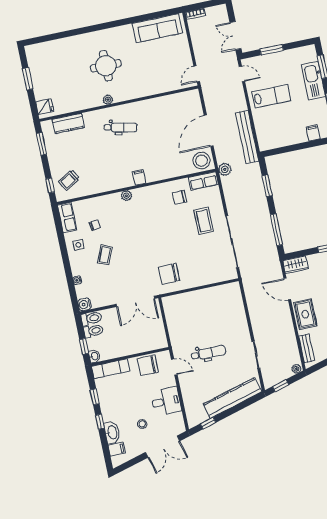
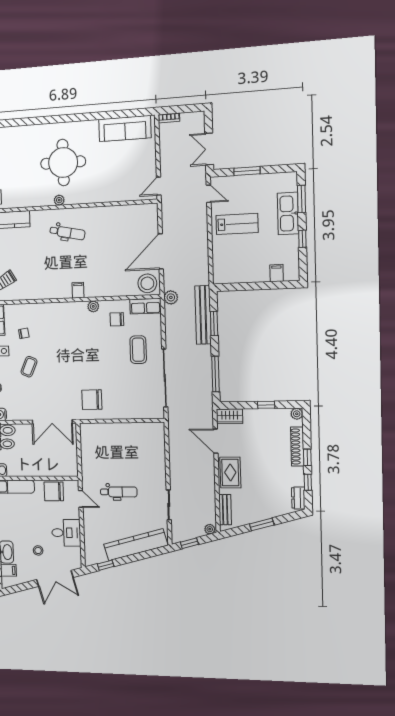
round table: (106, 66) -> (63, 163), width x1.36, depth x1.36
bench: (247, 137) -> (203, 315), moved
plant: (126, 196) -> (93, 306), moved

